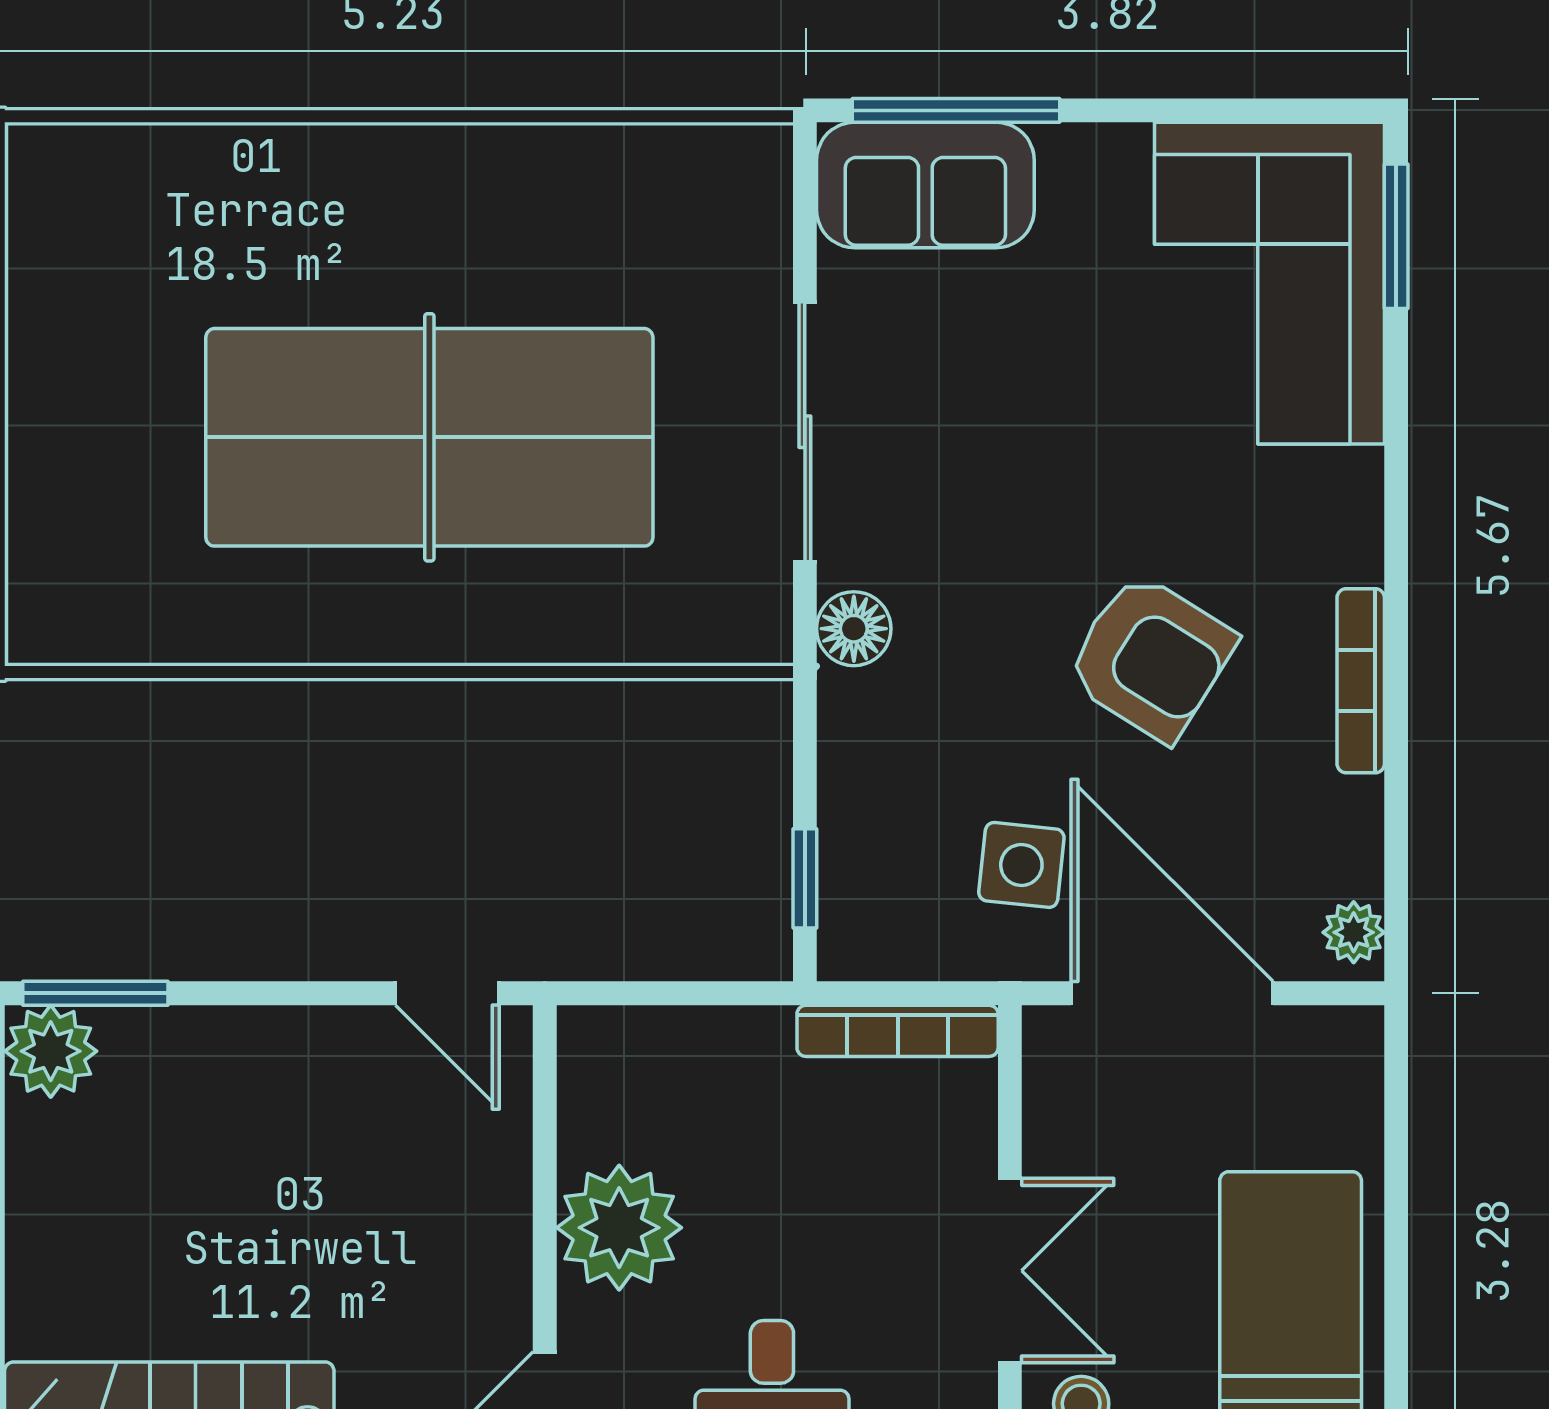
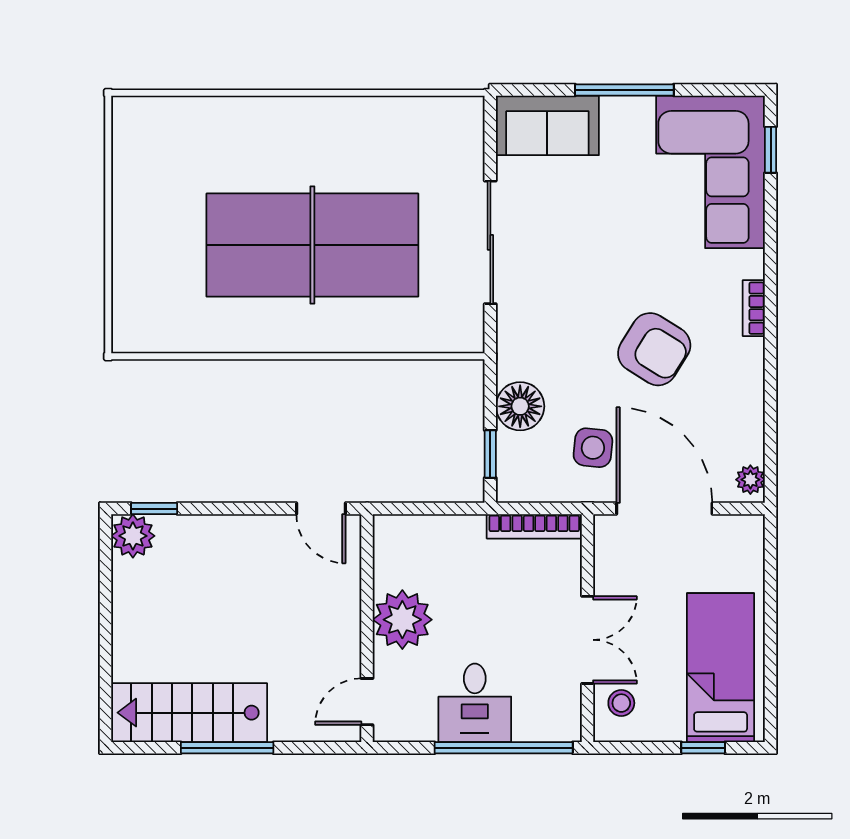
window: (956, 110) -> (624, 90), moved
window: (1396, 236) -> (771, 150), width x0.67
floor lamp: (854, 629) -> (520, 406), moved, width x1.38, depth x1.38
bookcase: (1361, 681) -> (754, 308), moved, width x0.64
window: (95, 993) -> (154, 509), width x0.67

